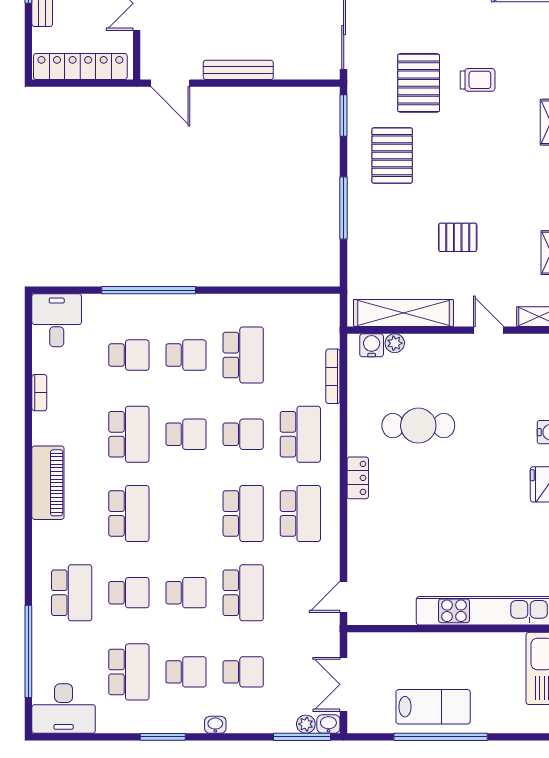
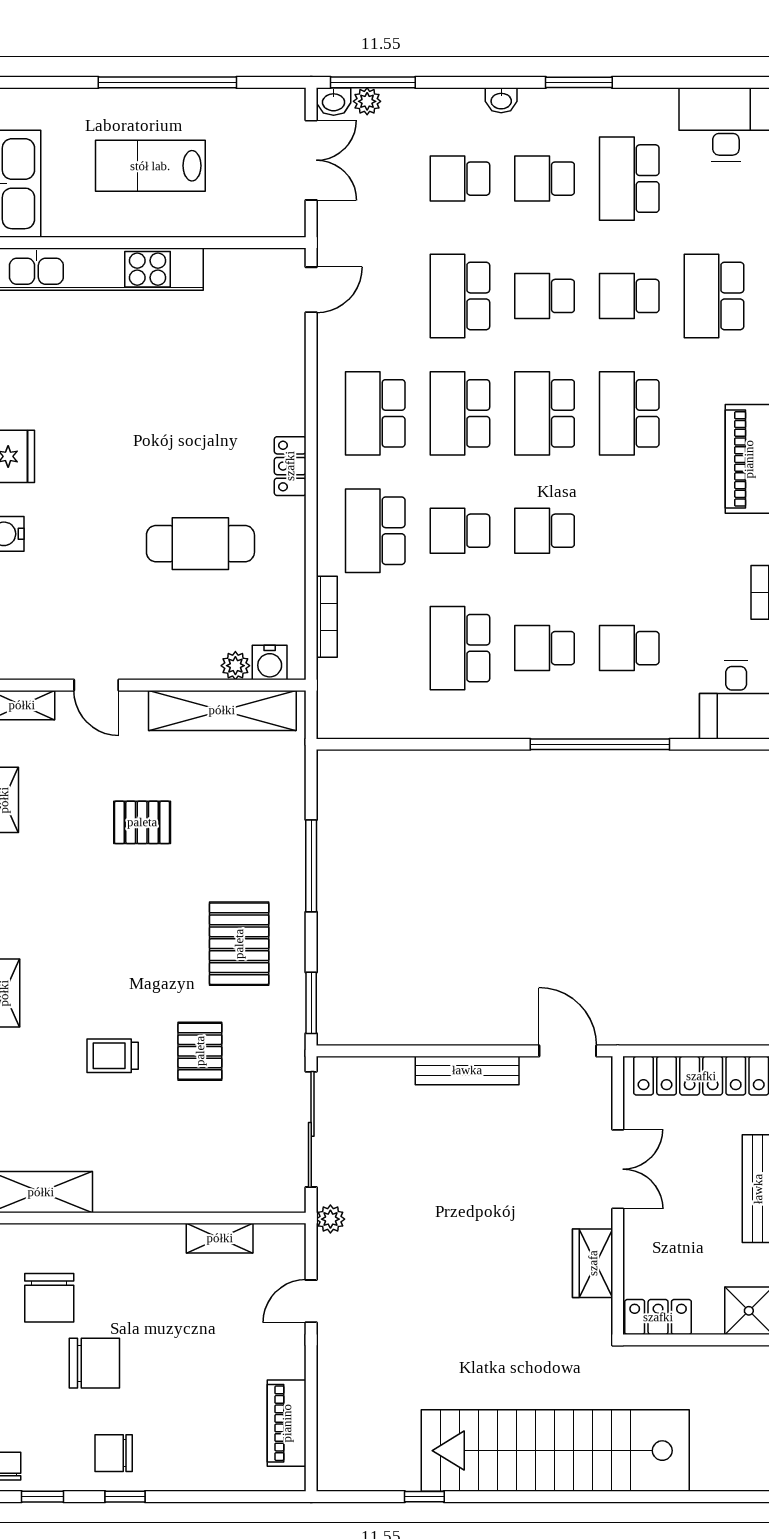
pallet: (419, 83) -> (200, 1051), width x0.67, depth x0.71
school desk: (129, 434) -> (545, 413), moved
lab bench: (433, 707) -> (150, 166), moved

